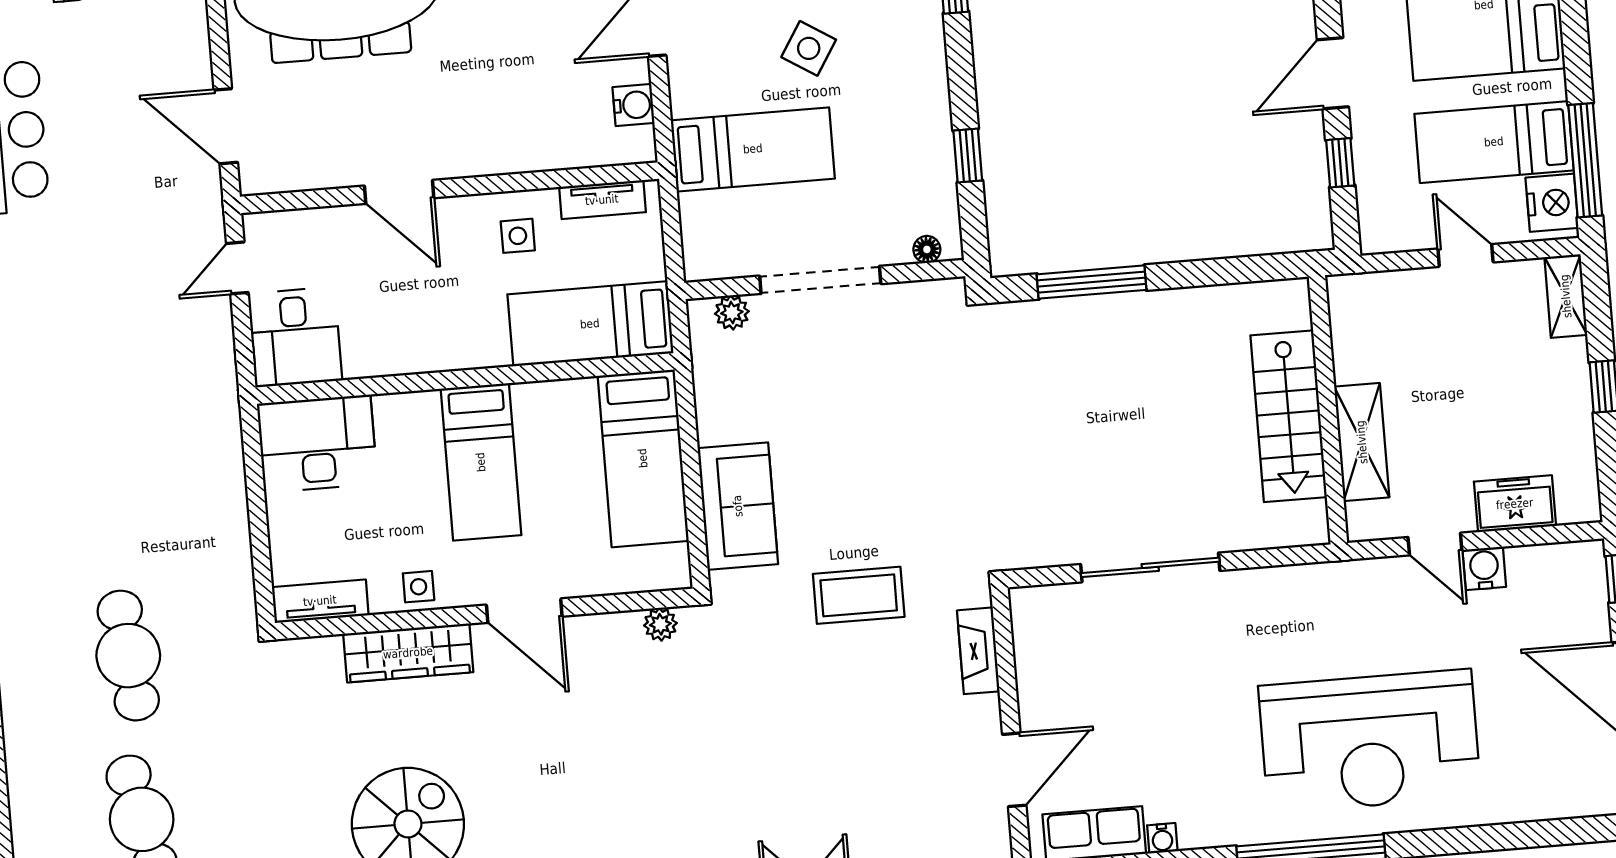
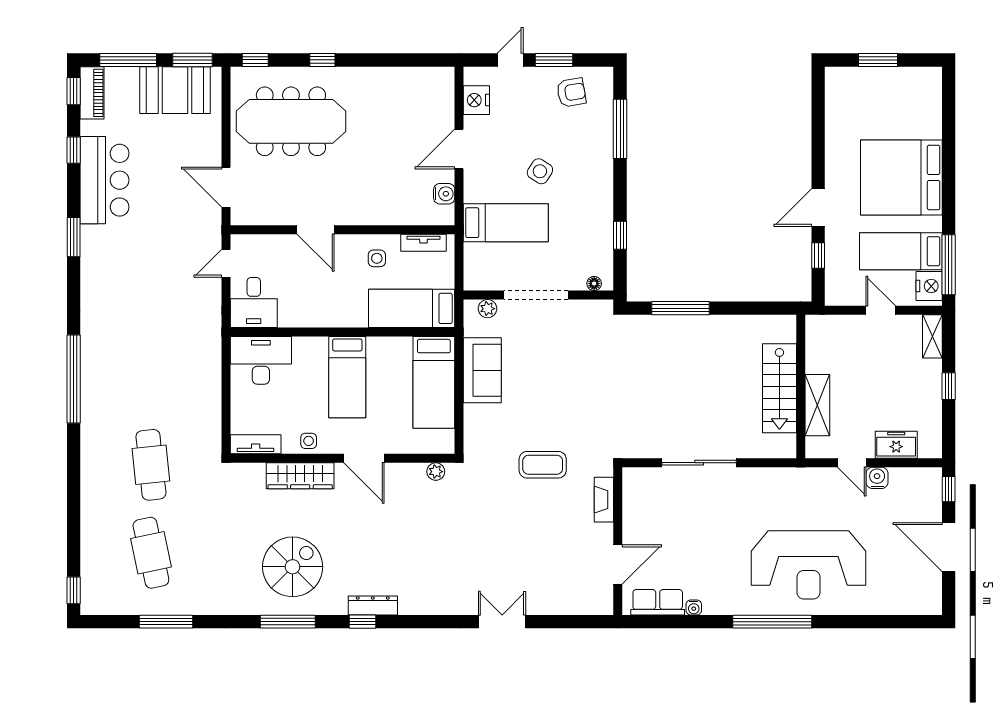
sofa: (738, 506) -> (482, 370), moved

